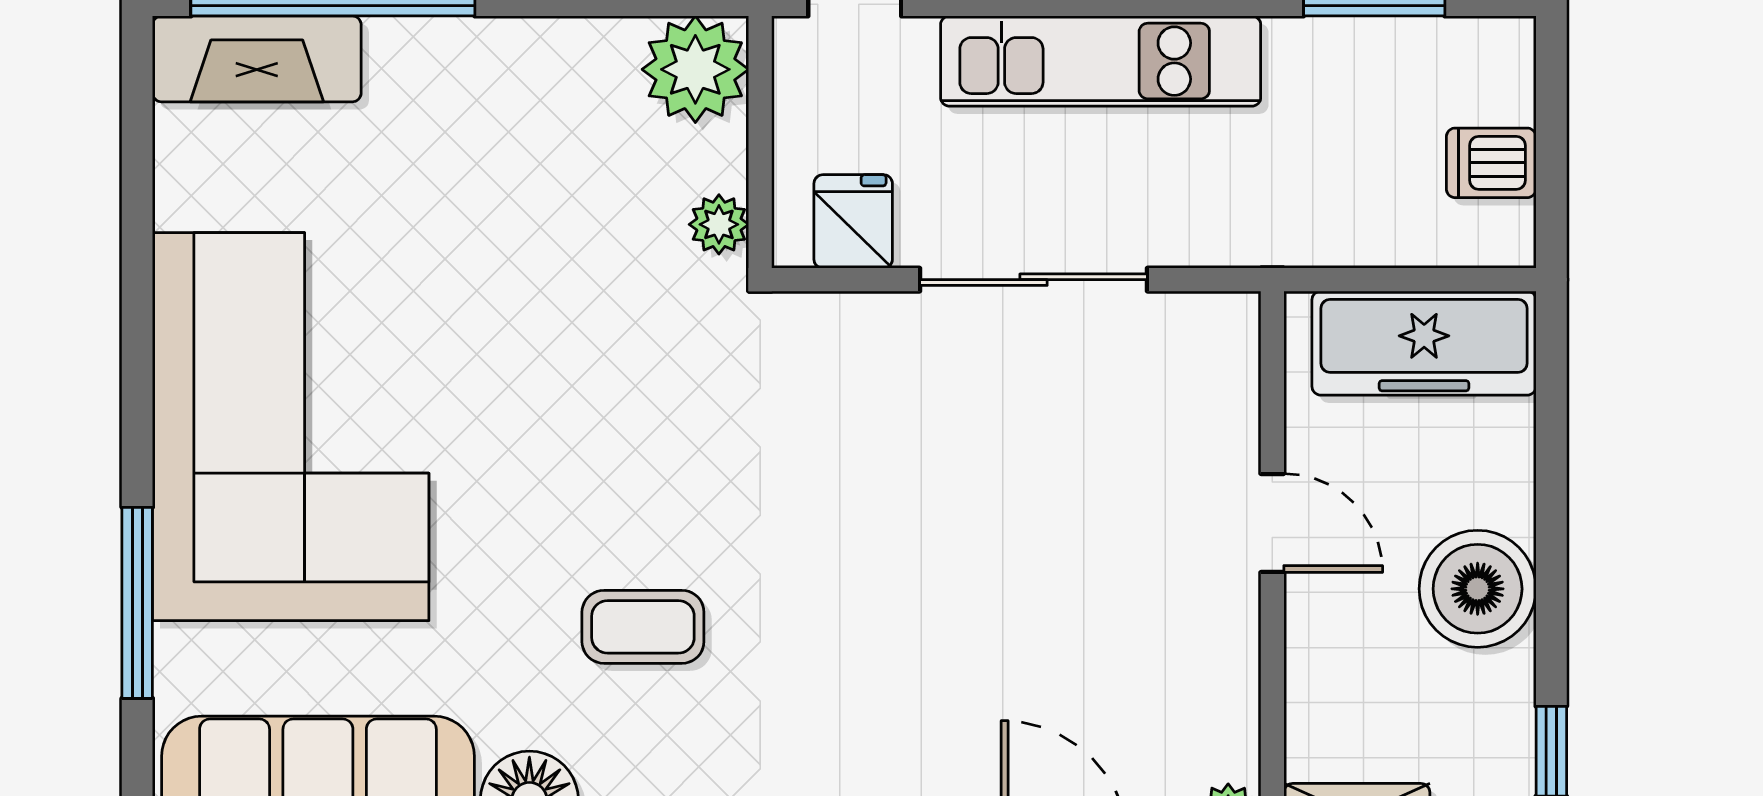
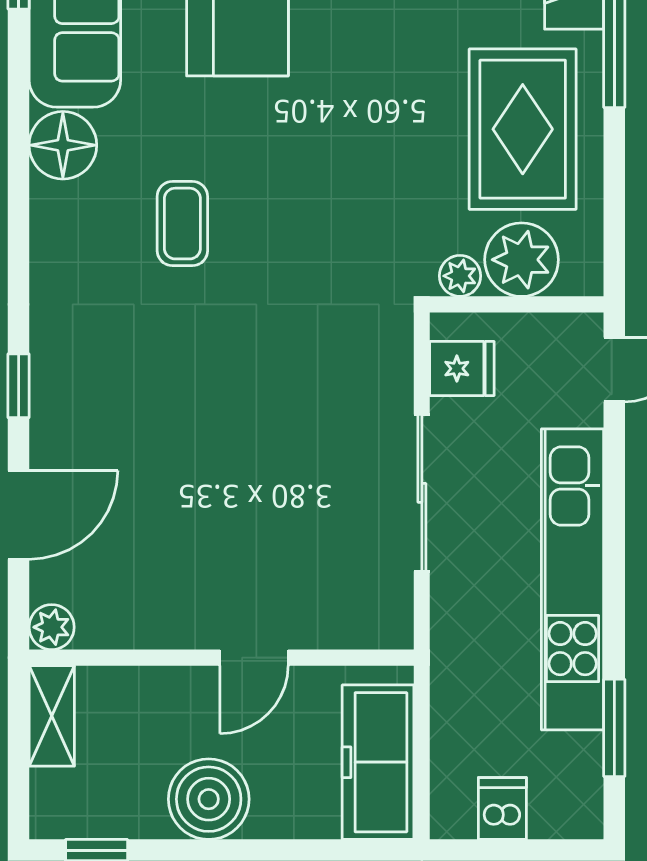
kitchen unit: (1101, 61) -> (573, 579), width x1.36
plant: (695, 69) -> (522, 260), moved
rug: (506, 133) -> (523, 129), added

